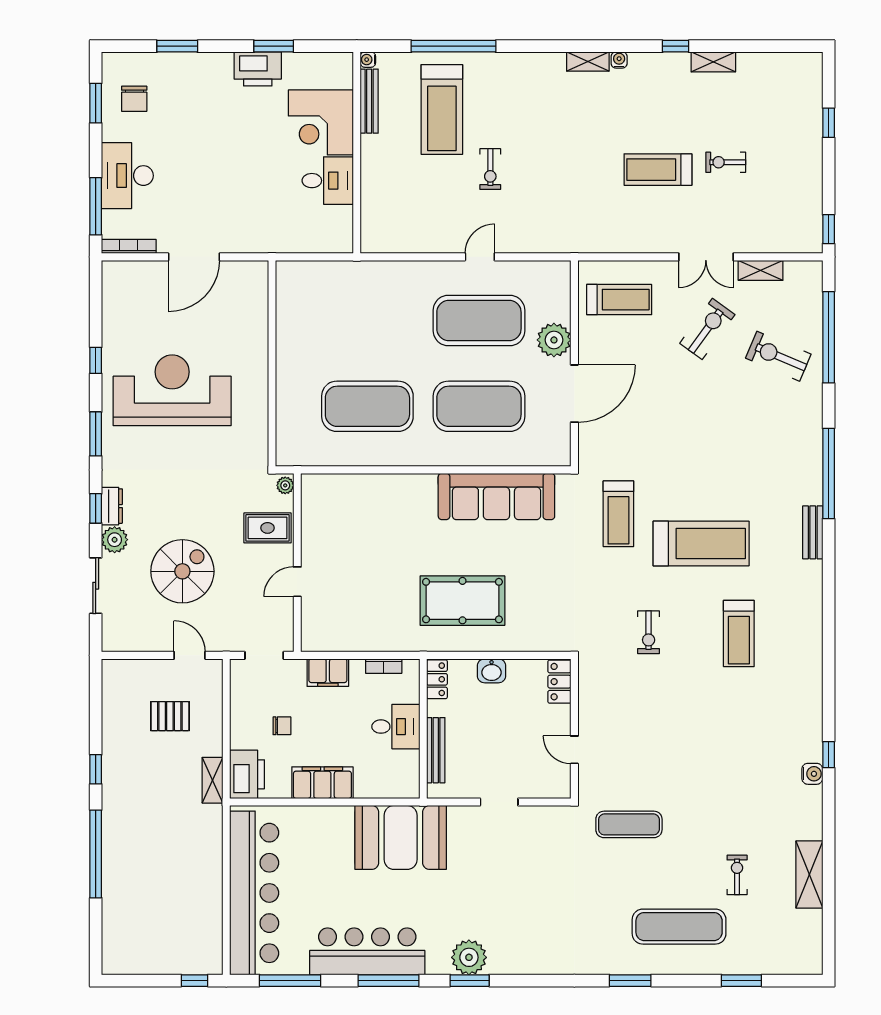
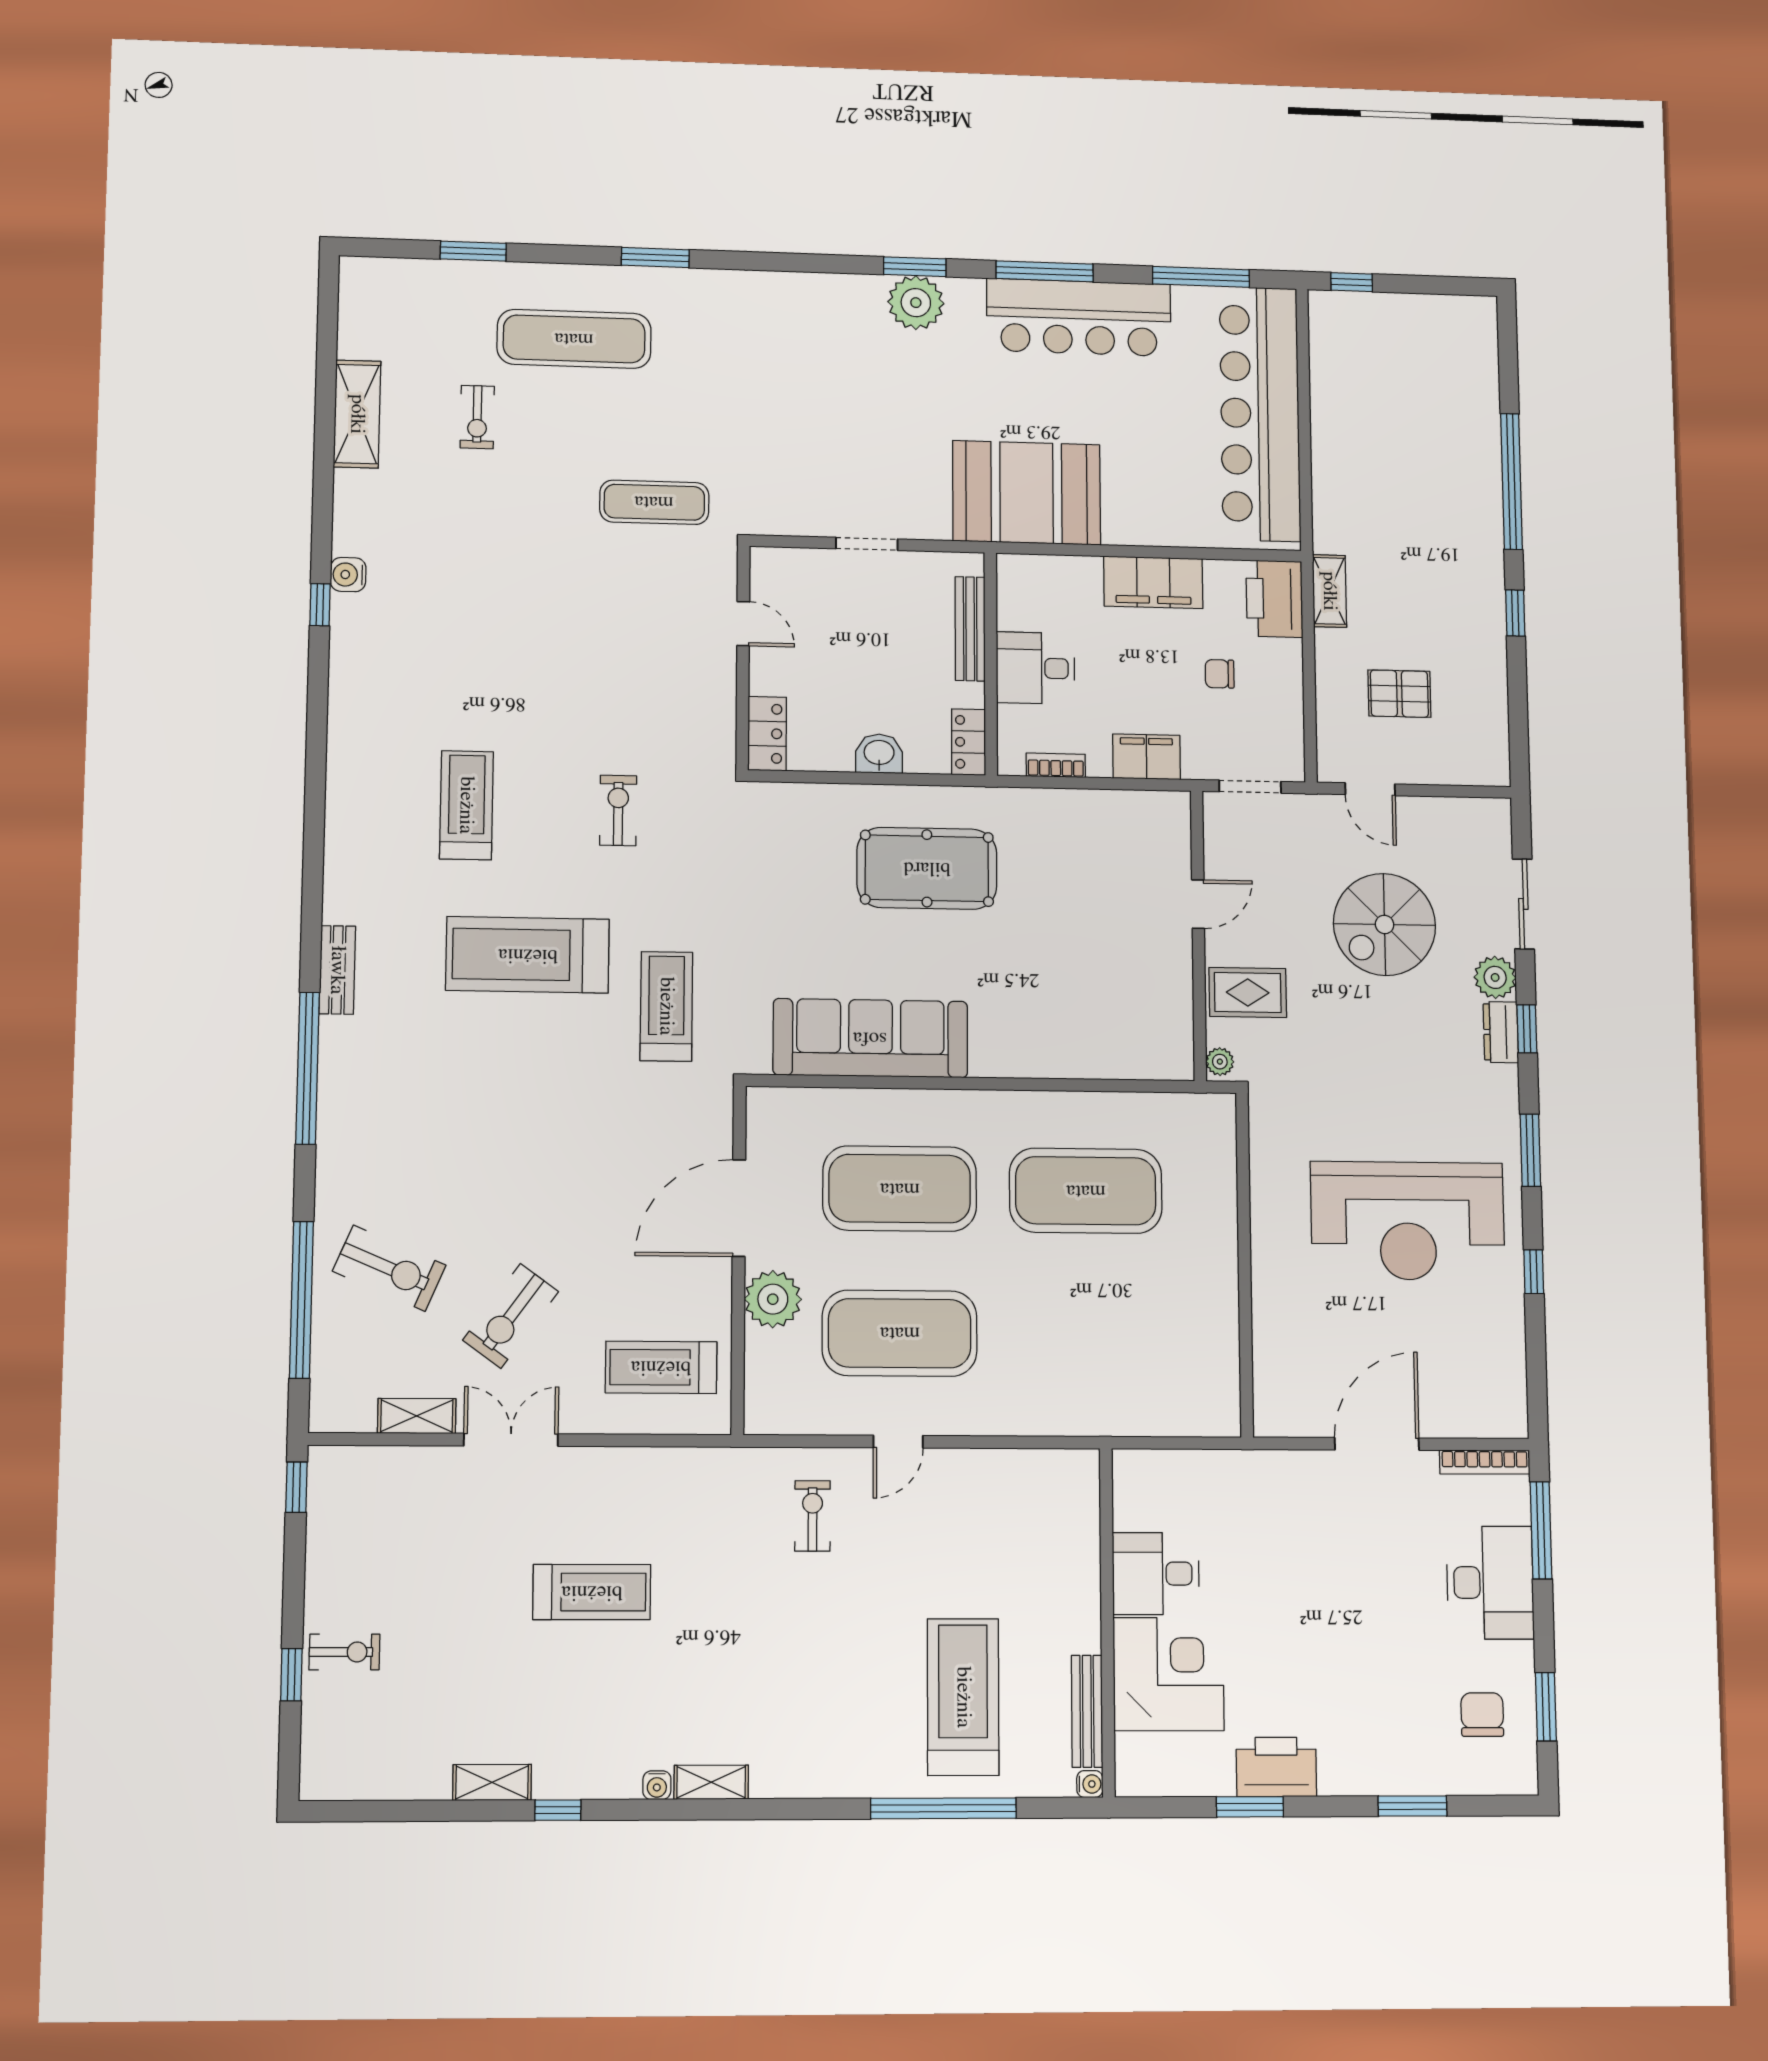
exercise bike: (726, 162) -> (344, 1652), moved
exercise bike: (490, 169) -> (812, 1516), moved

